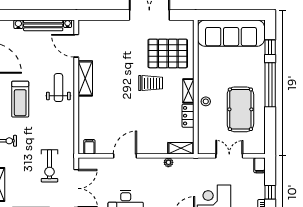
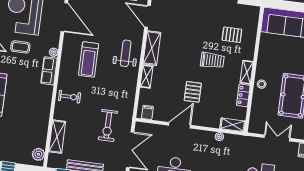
pallet: (168, 53) -> (232, 35), width x0.49, depth x0.50
shelving: (84, 109) -> (147, 77), added
pallet: (134, 119) -> (193, 92), added

